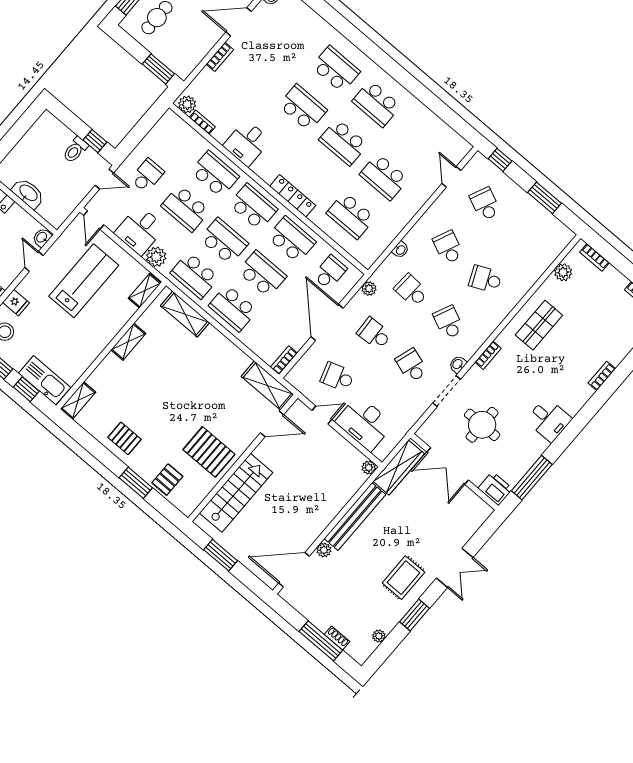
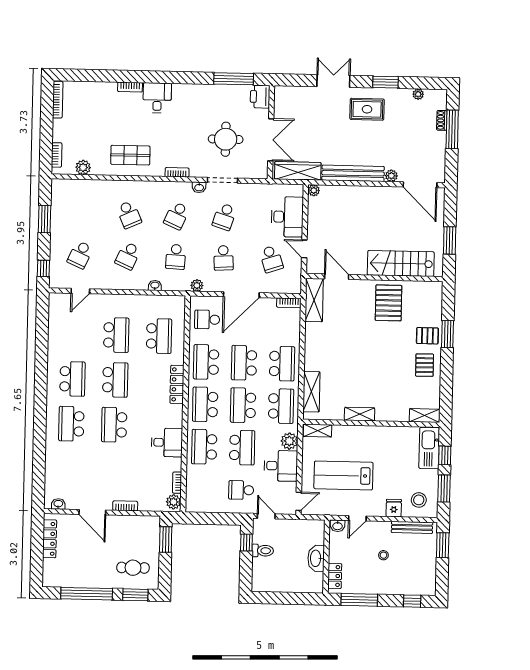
desk: (549, 420) -> (157, 98), moved
pallet: (167, 480) -> (427, 336), moved

